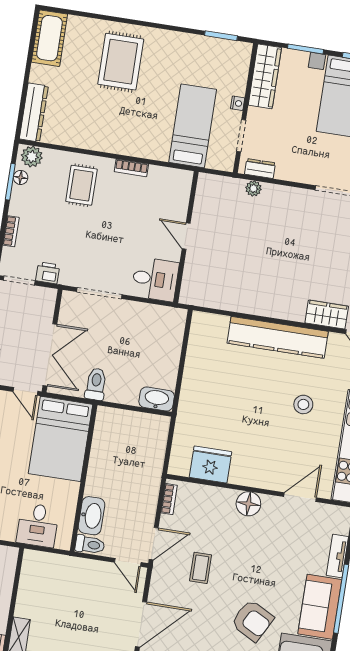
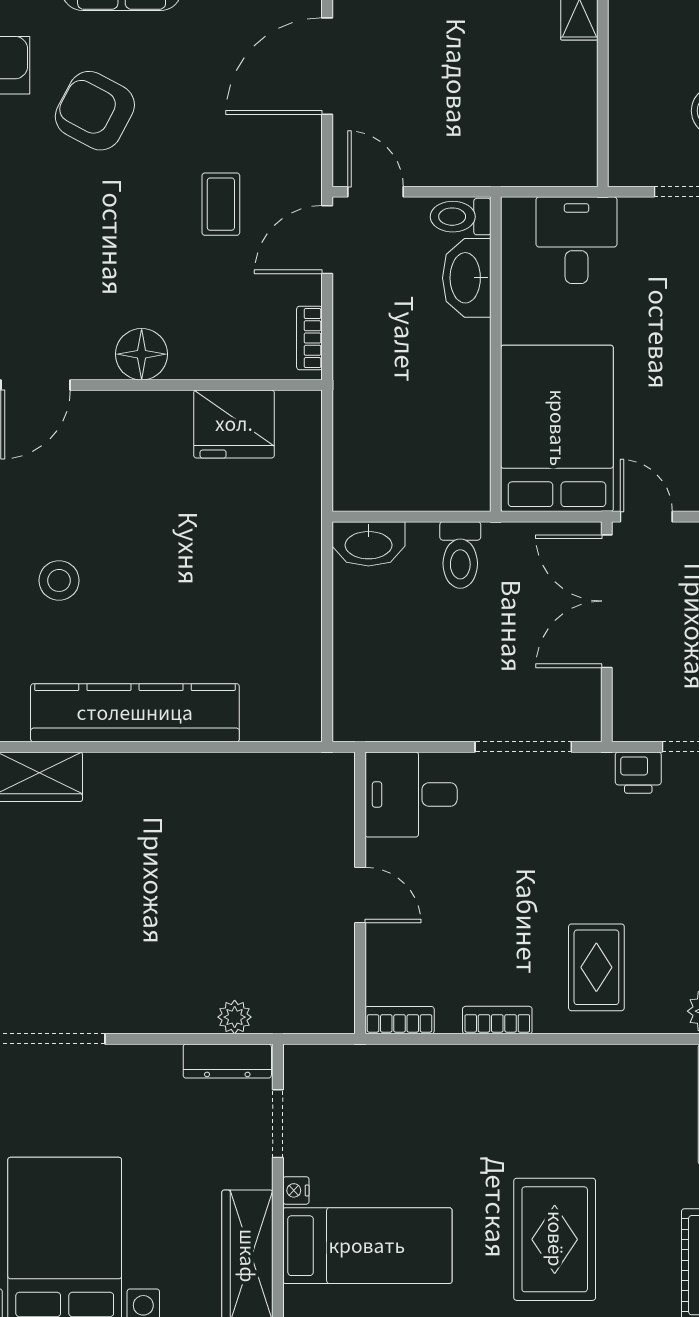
bed: (193, 126) -> (367, 1246), moved, turned -90
dresser: (260, 169) -> (227, 1061), width x1.44
bookcase: (177, 175) -> (400, 1020), added
toilet: (96, 384) -> (460, 555), moved

